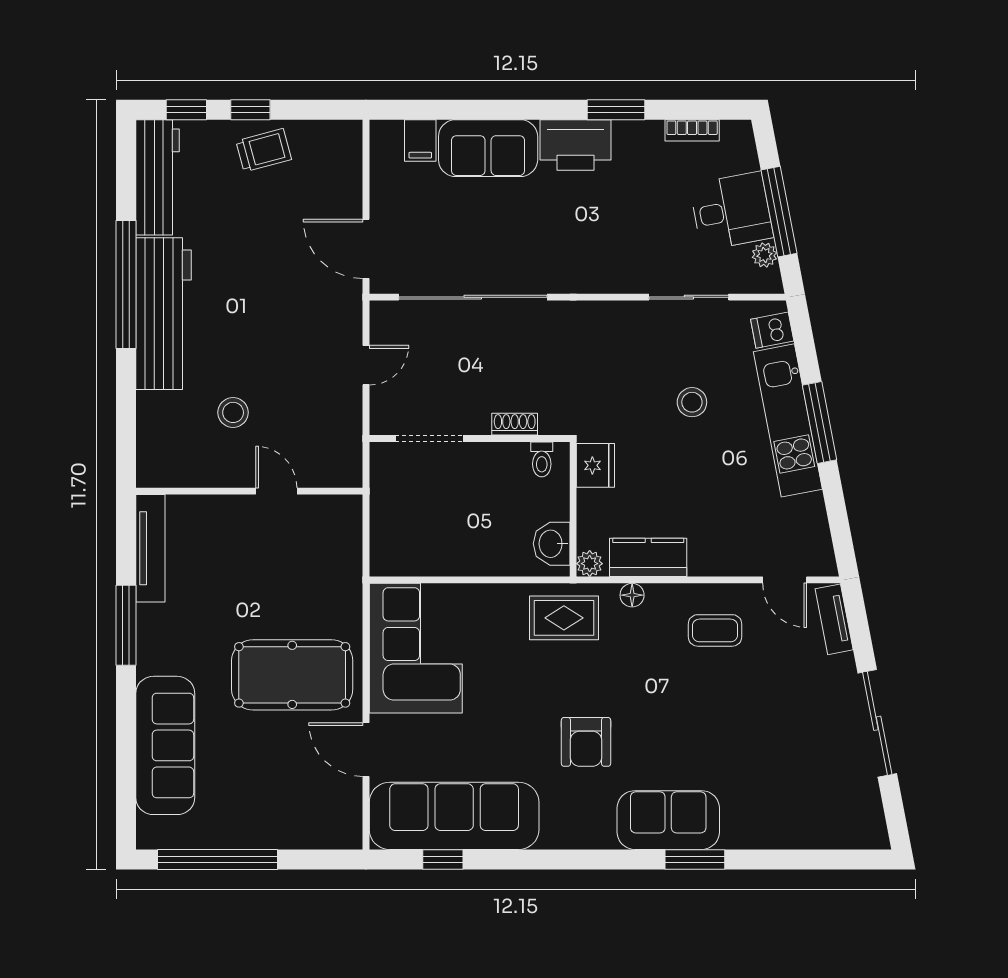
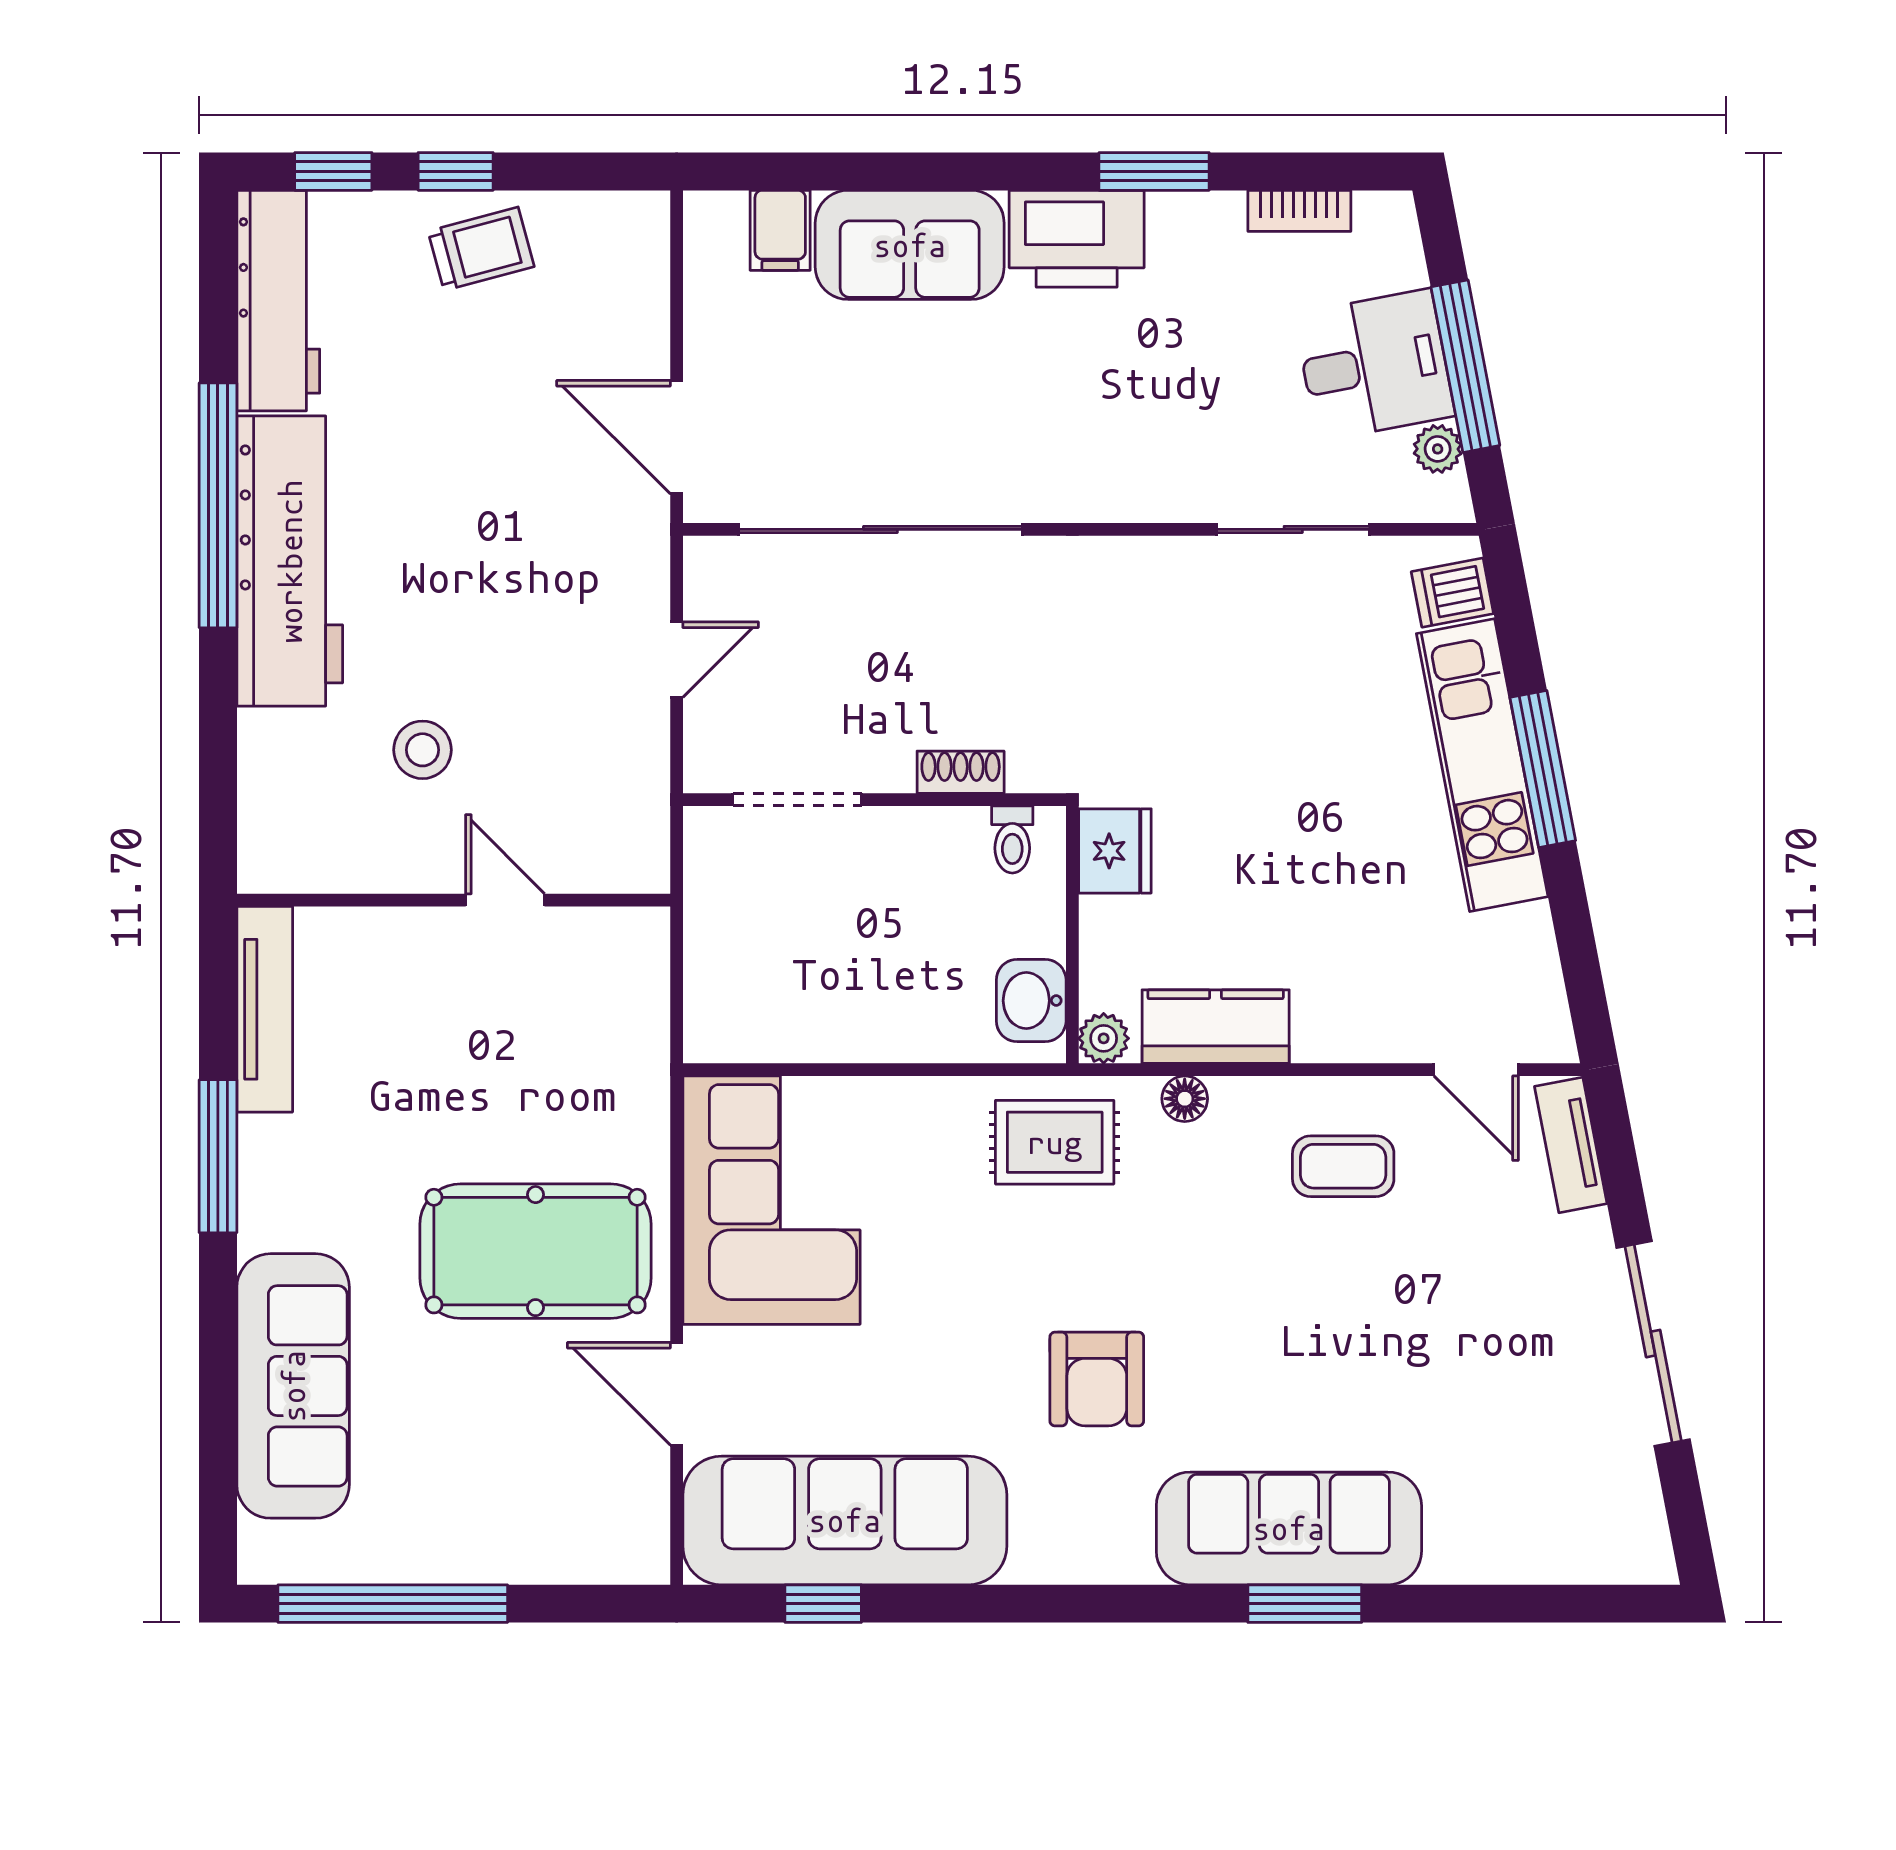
stool: (692, 402) -> (1299, 730), removed
sofa: (668, 820) -> (1289, 1528), width x1.36

